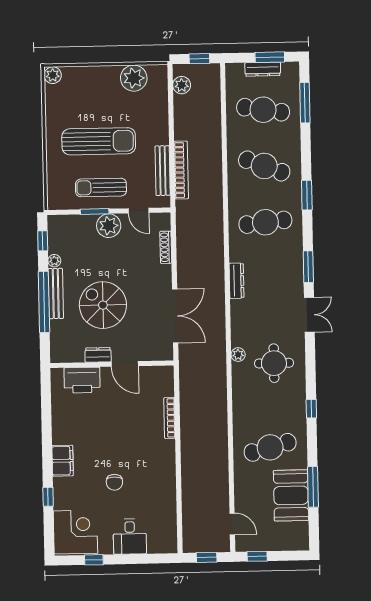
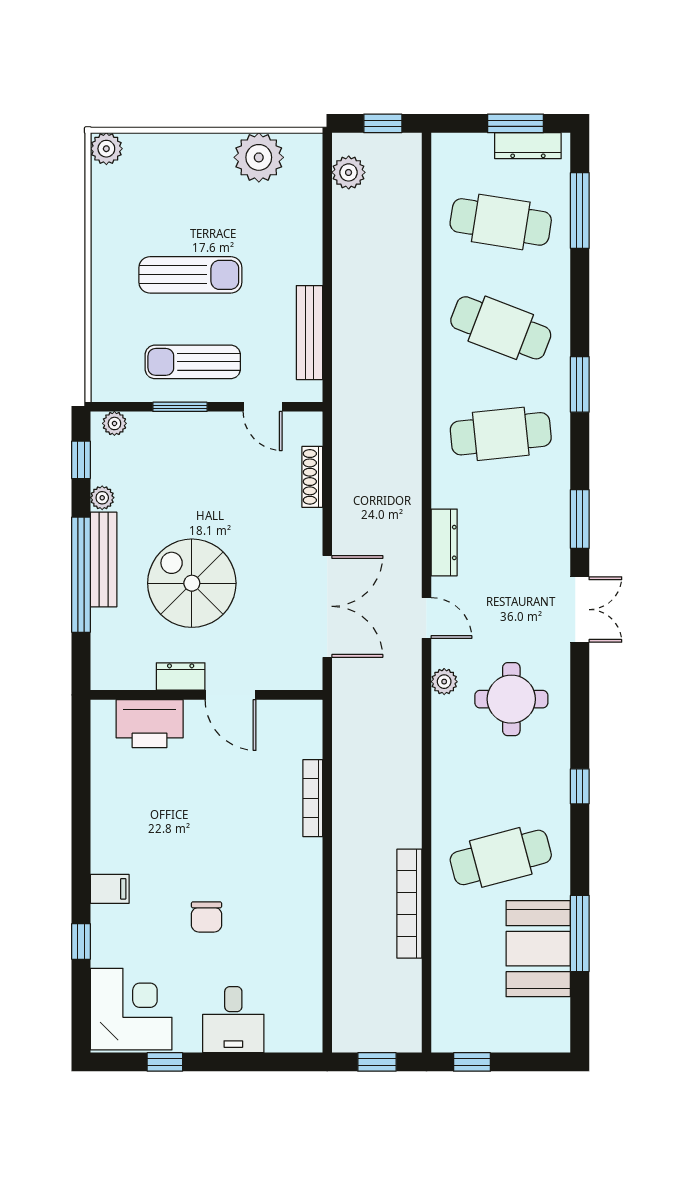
dresser: (263, 69) -> (528, 146), moved
sun lounger: (99, 141) -> (190, 275), width x0.73, depth x0.75
bookcase: (181, 170) -> (409, 904), moved, turned 180
plant: (109, 226) -> (114, 423), moved, width x0.53, depth x0.53
filing cabinet: (63, 461) -> (110, 889), width x0.50
door: (232, 524) -> (426, 618), moved

